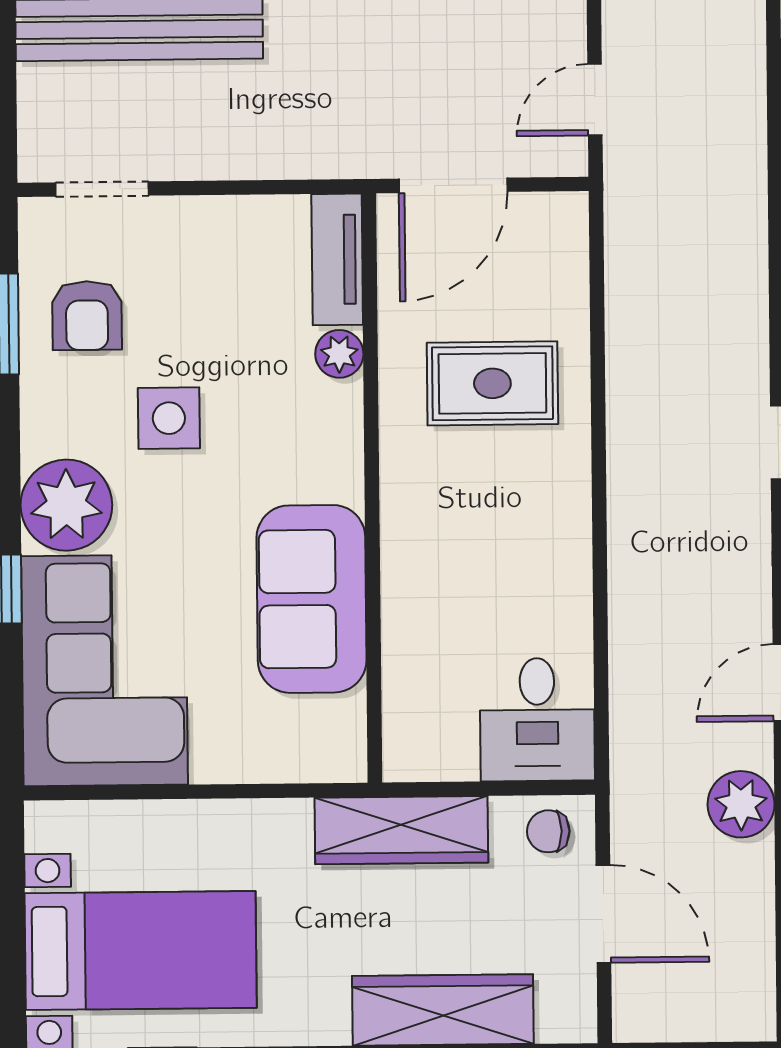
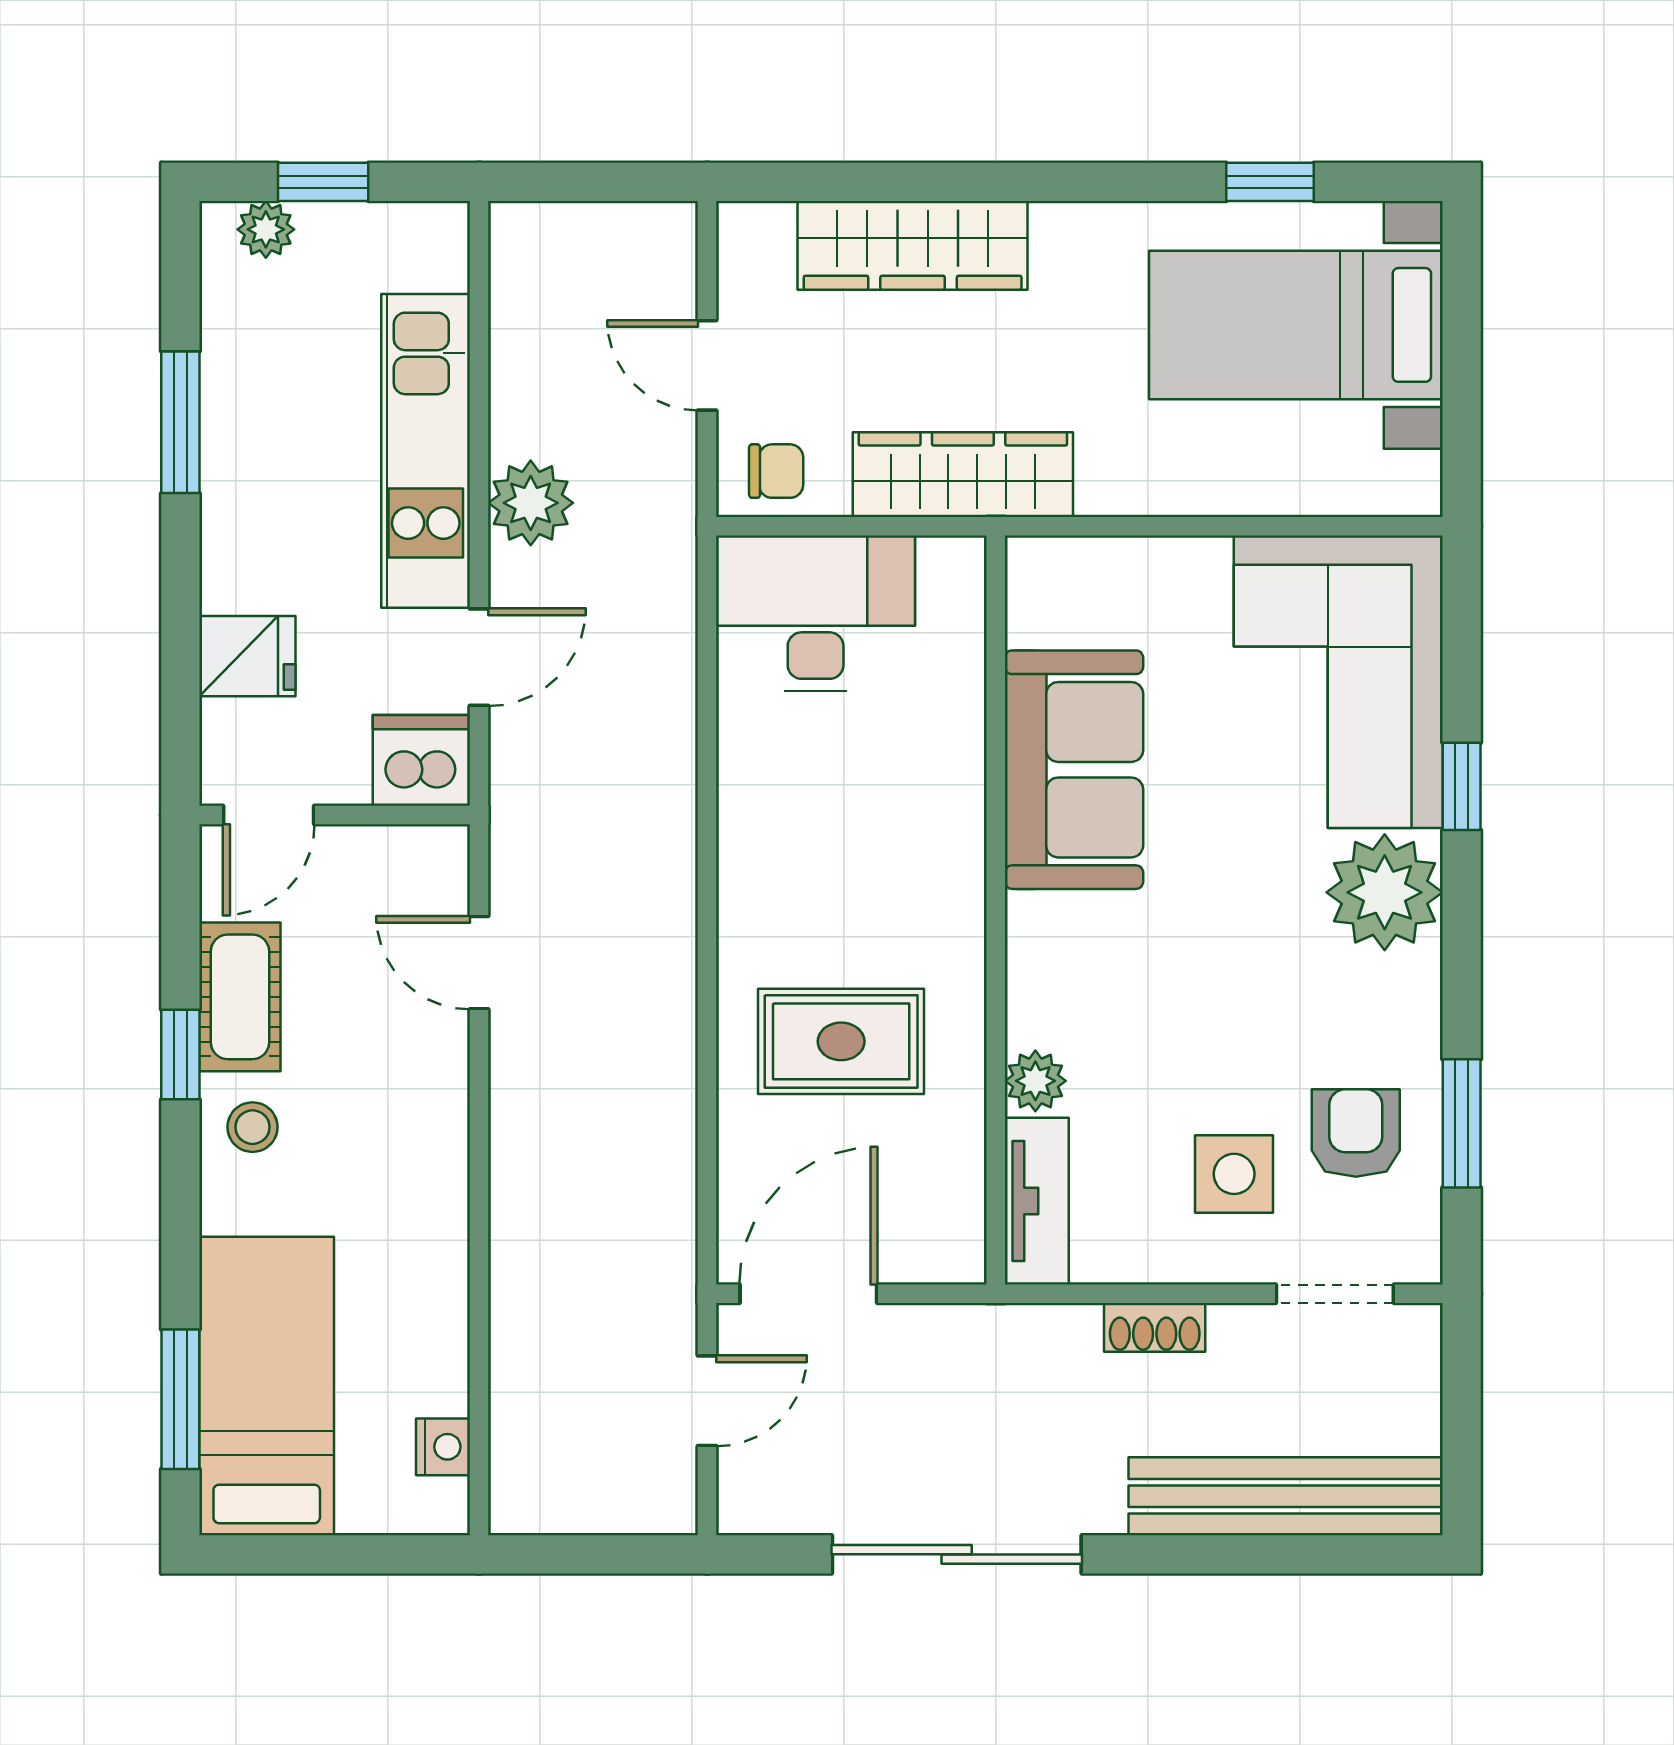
shoe rack: (243, 161) -> (1155, 1327), added
door: (453, 185) -> (808, 1294), moved
side table: (169, 418) -> (1234, 1174), moved
desk: (537, 720) -> (816, 613), width x1.37
door: (603, 914) -> (707, 365), width x0.73

